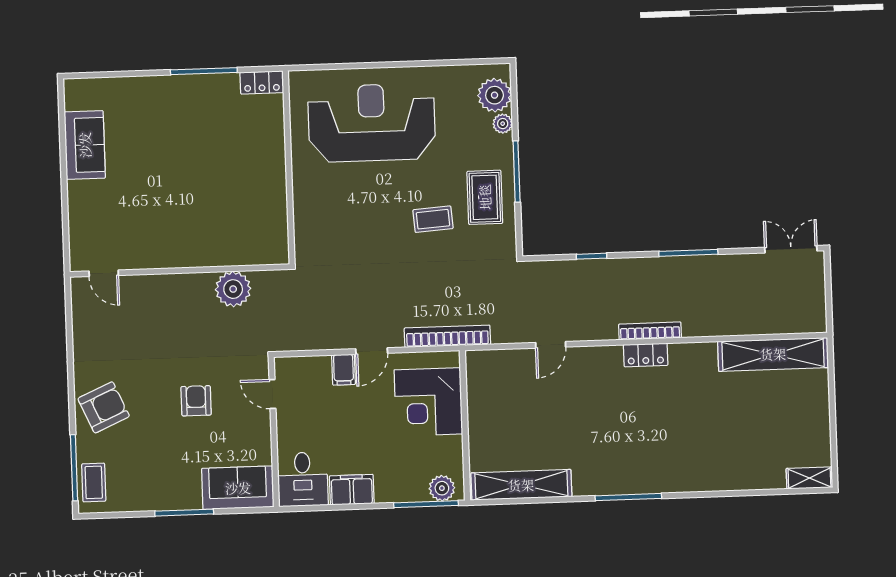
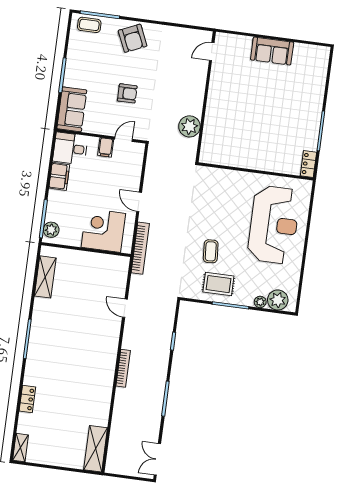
sofa: (85, 145) -> (272, 51), moved
double door: (791, 249) -> (157, 459), swing flipped
shelving: (773, 354) -> (96, 449), width x0.68
locker: (646, 355) -> (27, 399), moved, turned 180
filing cabinet: (344, 370) -> (106, 147), moved, turned -90
shelving: (521, 485) -> (45, 277), width x0.68

